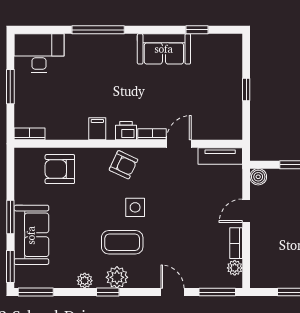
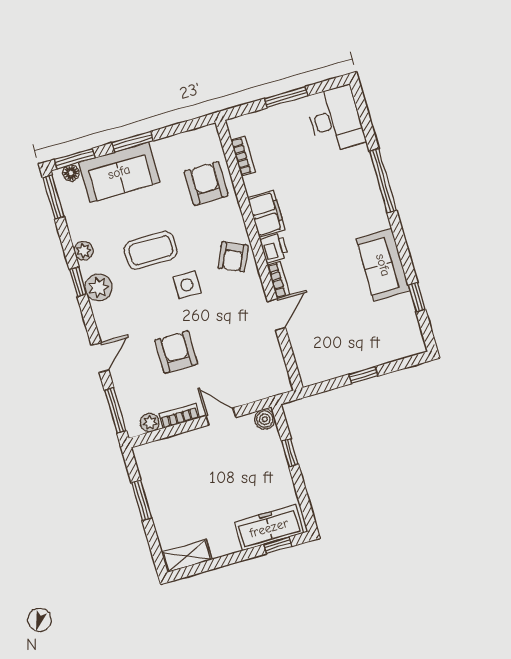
filing cabinet: (97, 129) -> (266, 214), width x2.00
bookcase: (30, 134) -> (243, 156), moved
door: (179, 144) -> (276, 314), hinge flipped
tv unit: (220, 156) -> (276, 367), removed
armchair: (185, 231) -> (176, 352), added
coffee table: (122, 242) -> (151, 250), moved, turned 90
floor lamp: (21, 273) -> (71, 173), added

